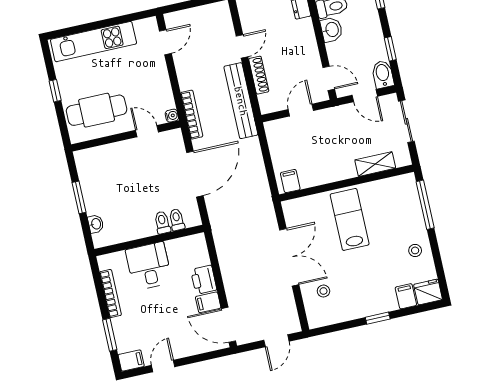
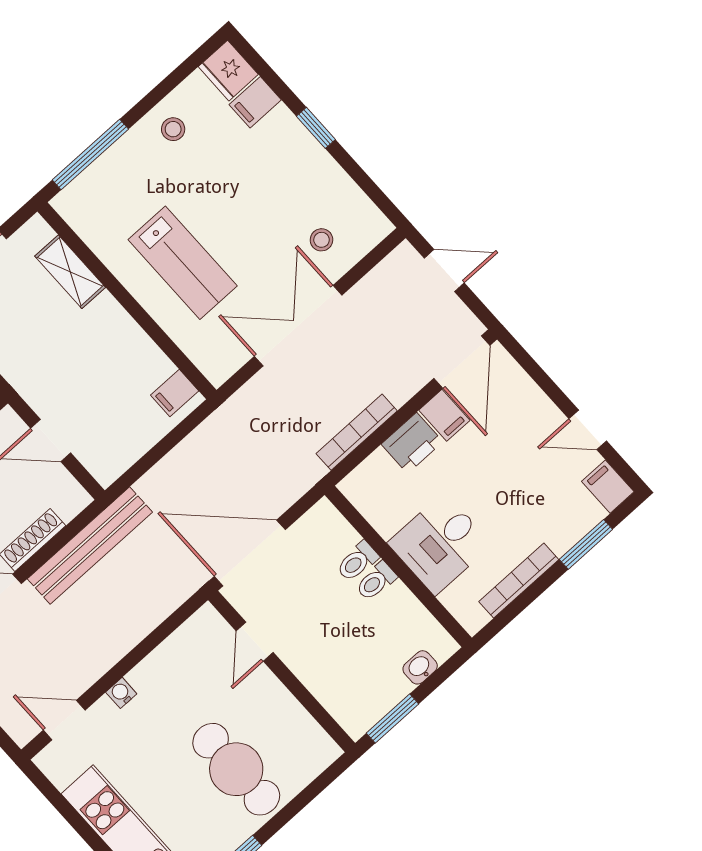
bookcase: (192, 115) -> (357, 432), moved
water cooler: (172, 116) -> (121, 693), moved
door: (147, 131) -> (255, 642), moved
wall: (126, 136) -> (282, 671), moved
lab bench: (350, 219) -> (183, 263), turned -90
toilet: (177, 220) -> (376, 581), moved

